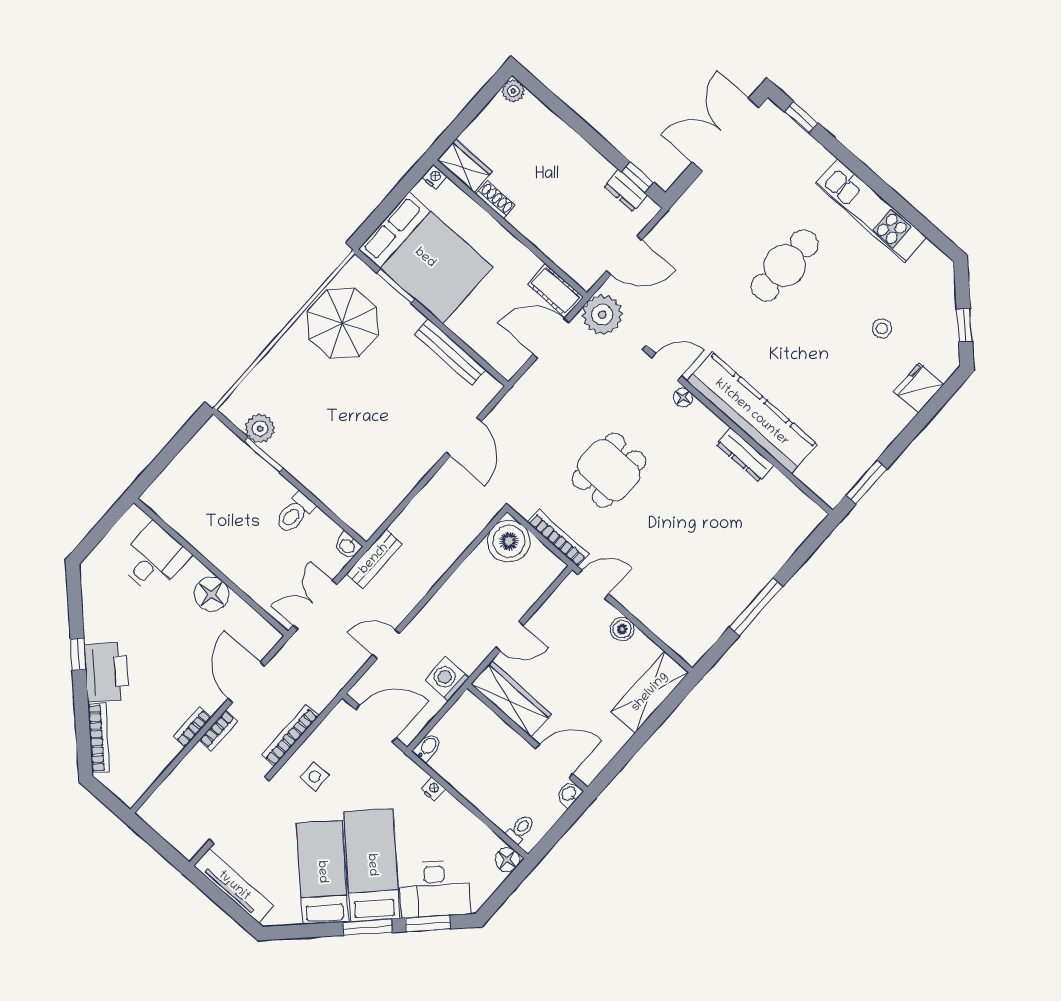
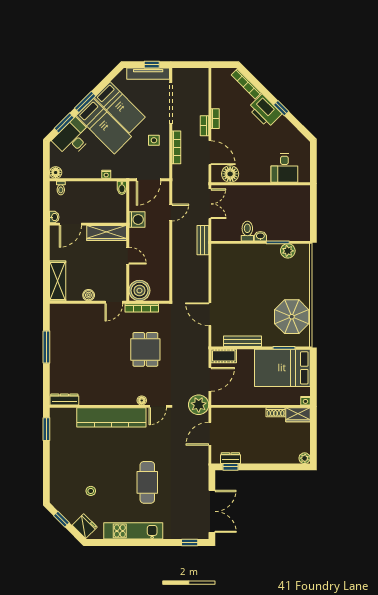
cot: (555, 291) -> (224, 356), moved
fridge: (919, 388) -> (85, 526), moved, turned -45
dresser: (745, 455) -> (64, 400), moved
boiler: (509, 541) -> (139, 291), moved
washbasin: (347, 546) -> (260, 236), moved
floor lamp: (212, 594) -> (230, 174), moved
door: (509, 636) -> (128, 256), swing flipped
window: (216, 894) -> (152, 65), added

